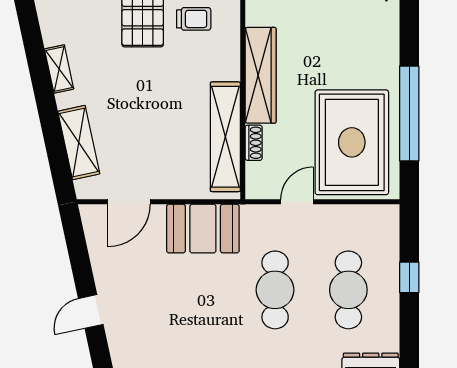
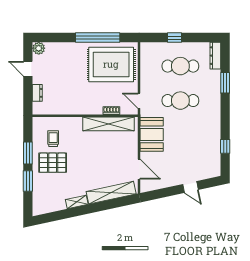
wardrobe: (261, 75) -> (80, 107), removed
shelving: (79, 143) -> (111, 193), width x1.47
door: (297, 202) -> (139, 101), moved

